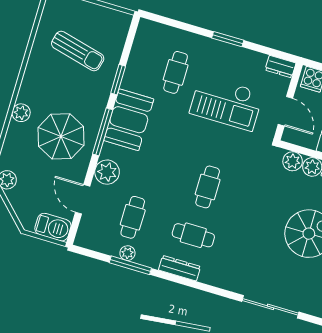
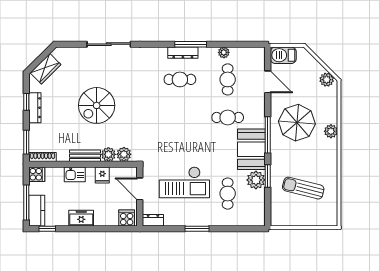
checkout: (226, 103) -> (184, 182), turned 180
plant: (107, 172) -> (256, 180), moved
cafe table: (208, 187) -> (228, 117), moved, turned 90
window: (130, 265) -> (191, 44), moved

